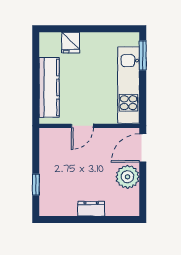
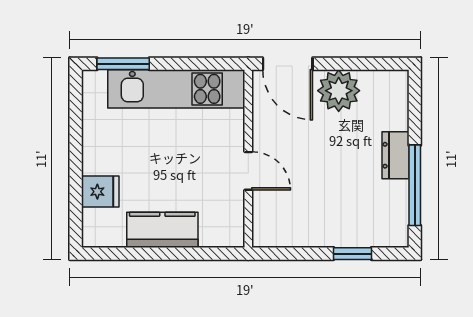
kitchen counter: (49, 87) -> (162, 230), width x0.67
window: (74, 220) -> (415, 185), added

